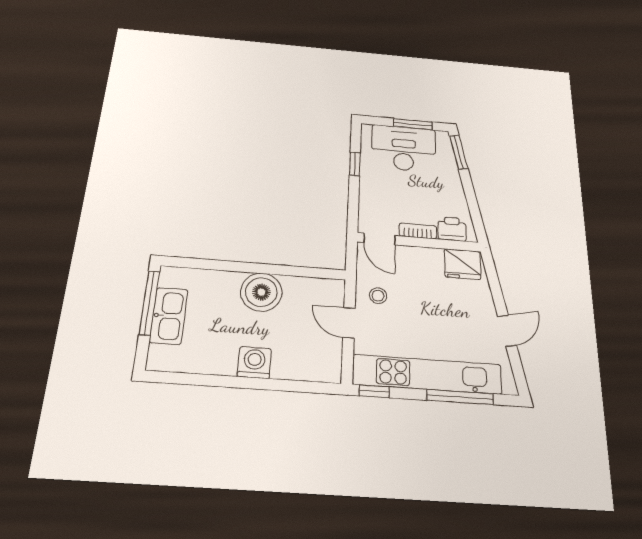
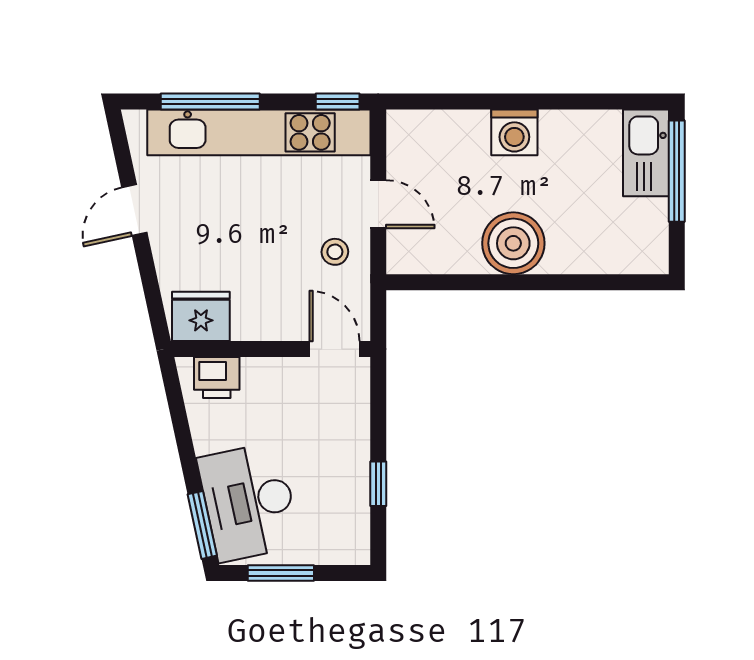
desk: (404, 148) -> (249, 502), moved, turned 78
bookcase: (418, 231) -> (273, 369), removed
window: (149, 303) -> (677, 171), moved
kitchen sink: (169, 316) -> (646, 153), moved

